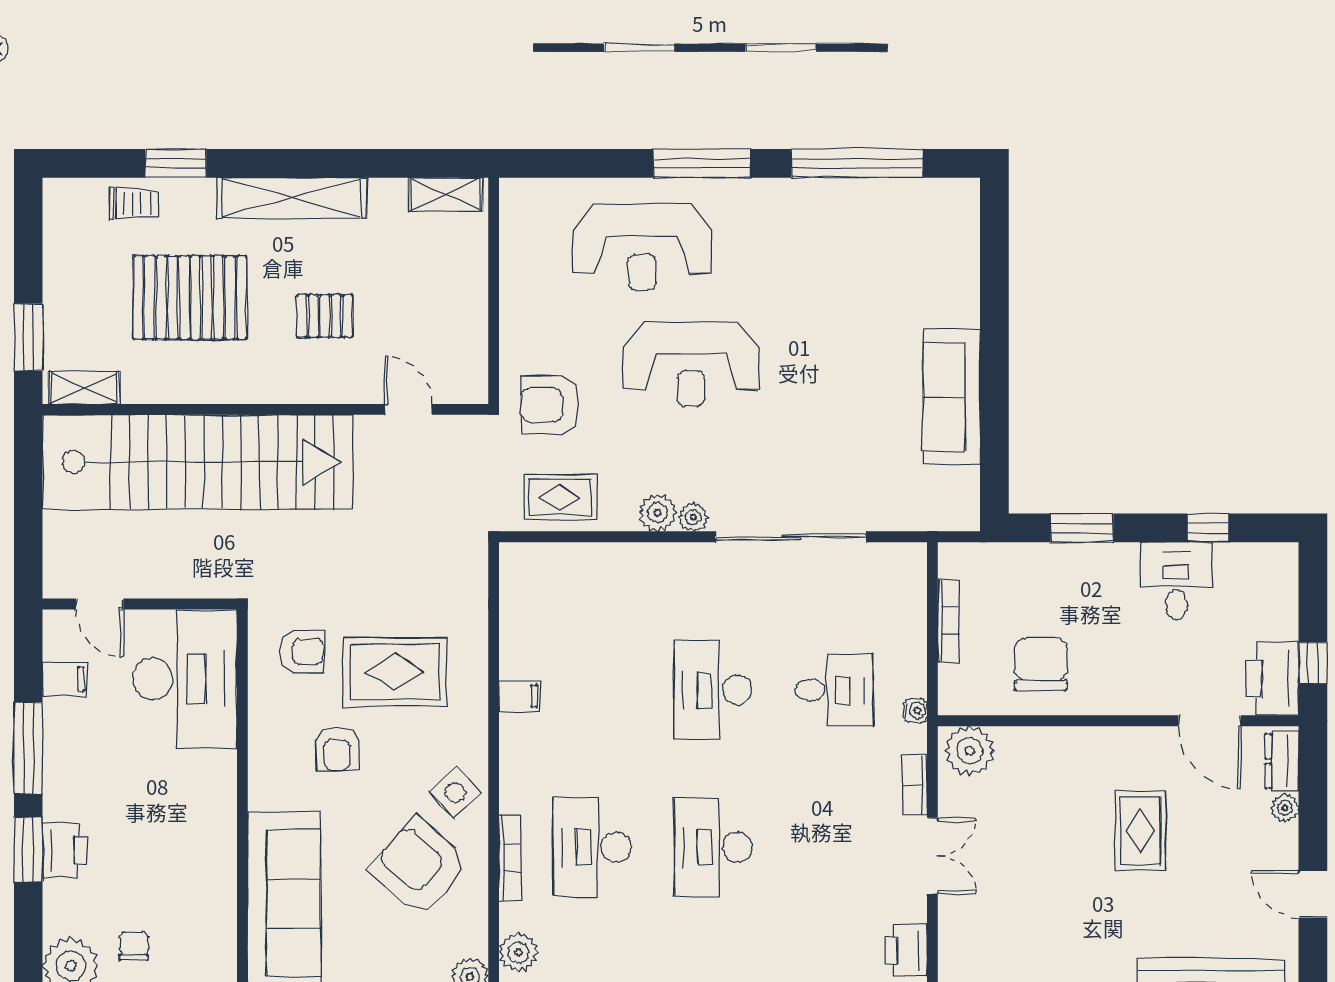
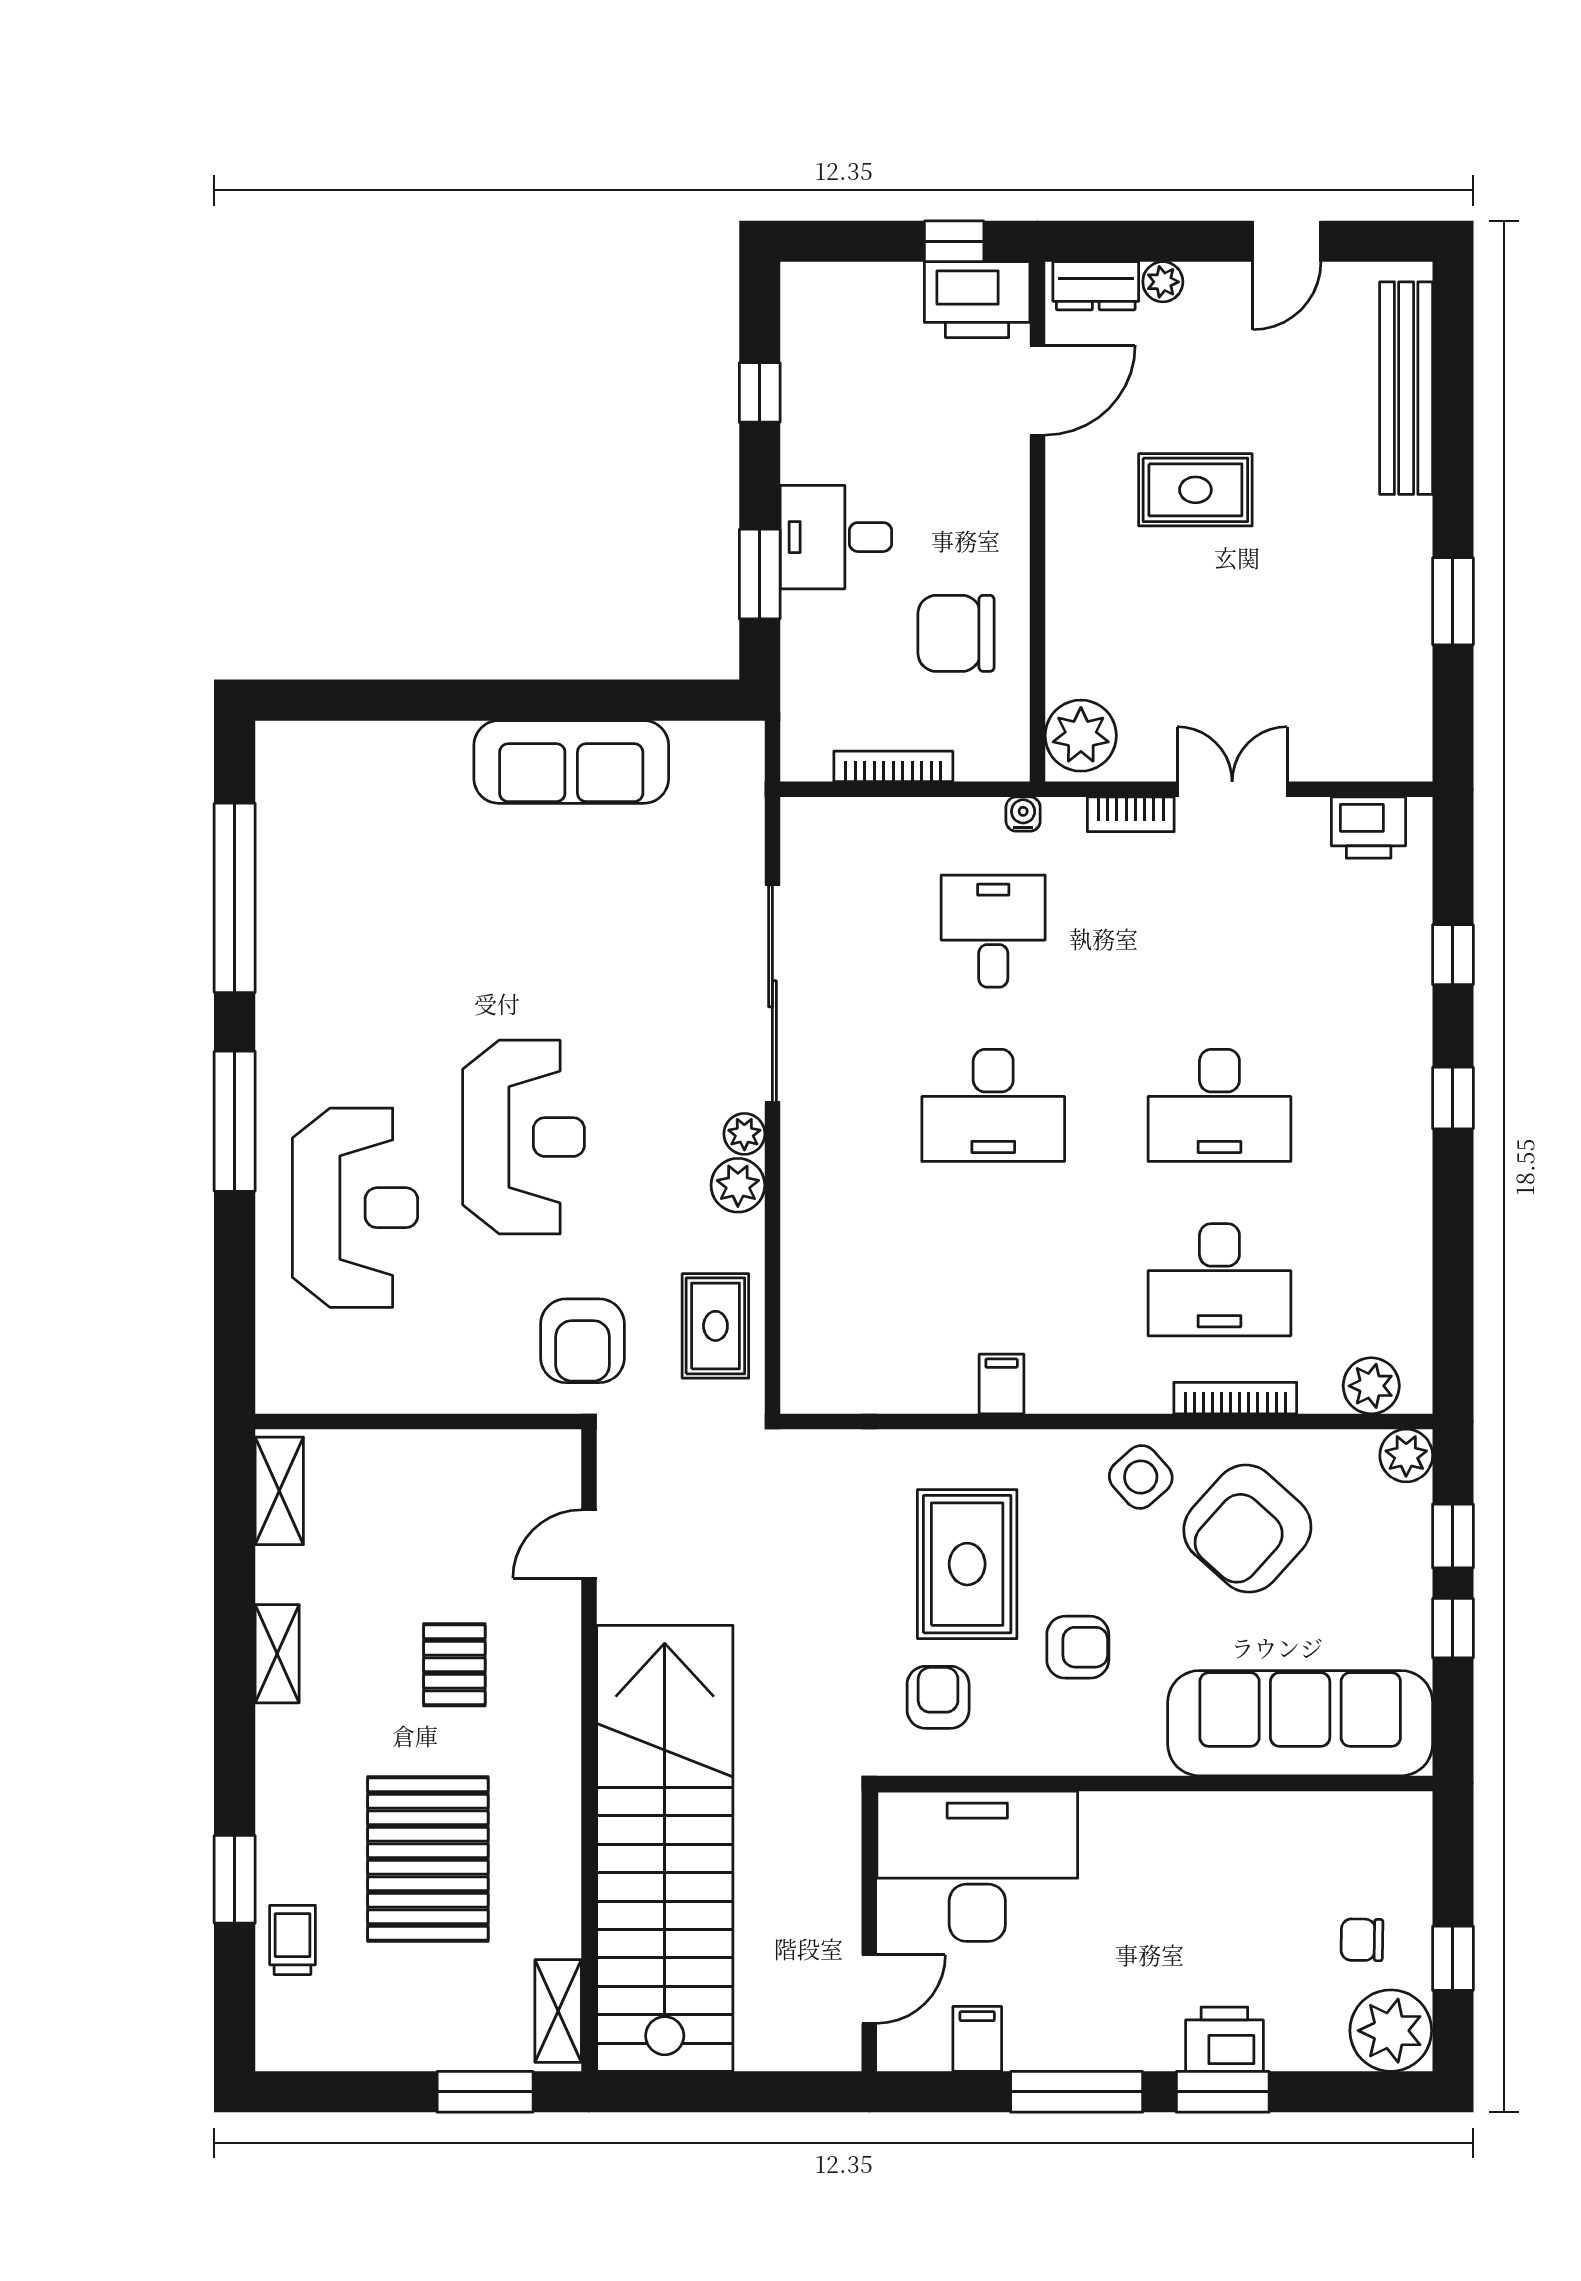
shelving: (291, 198) -> (277, 1654), width x0.45, depth x0.75
desk: (1176, 581) -> (836, 537), moved

